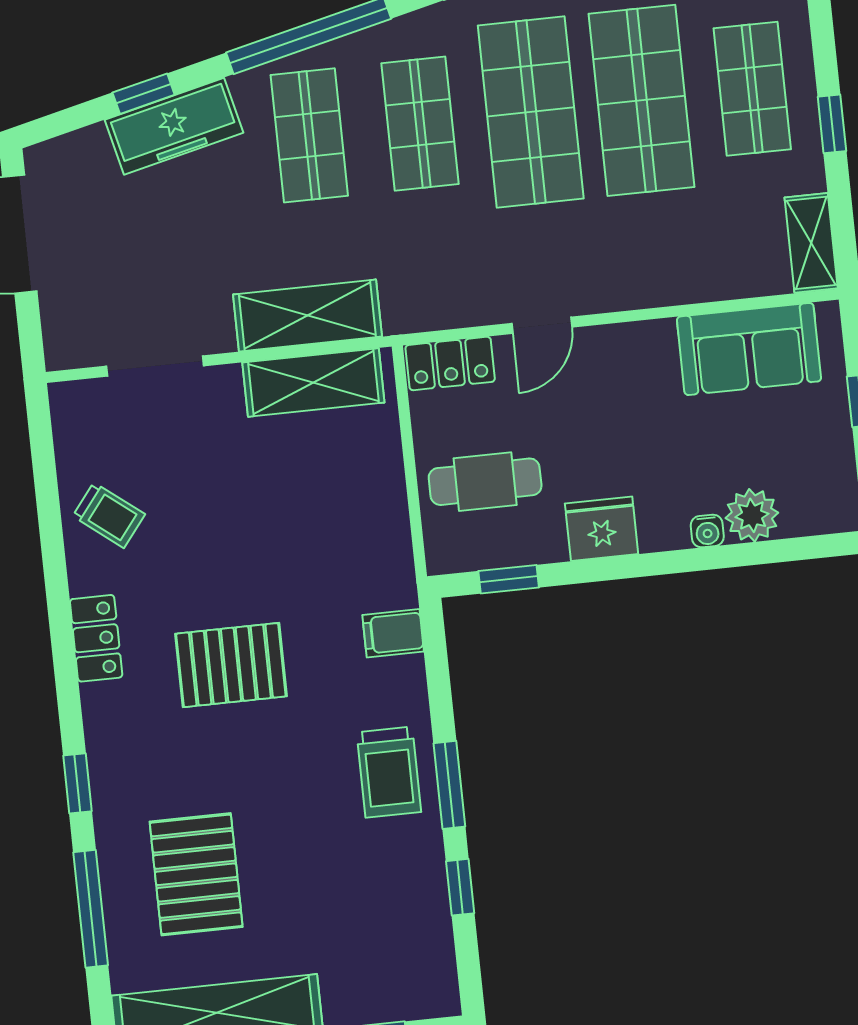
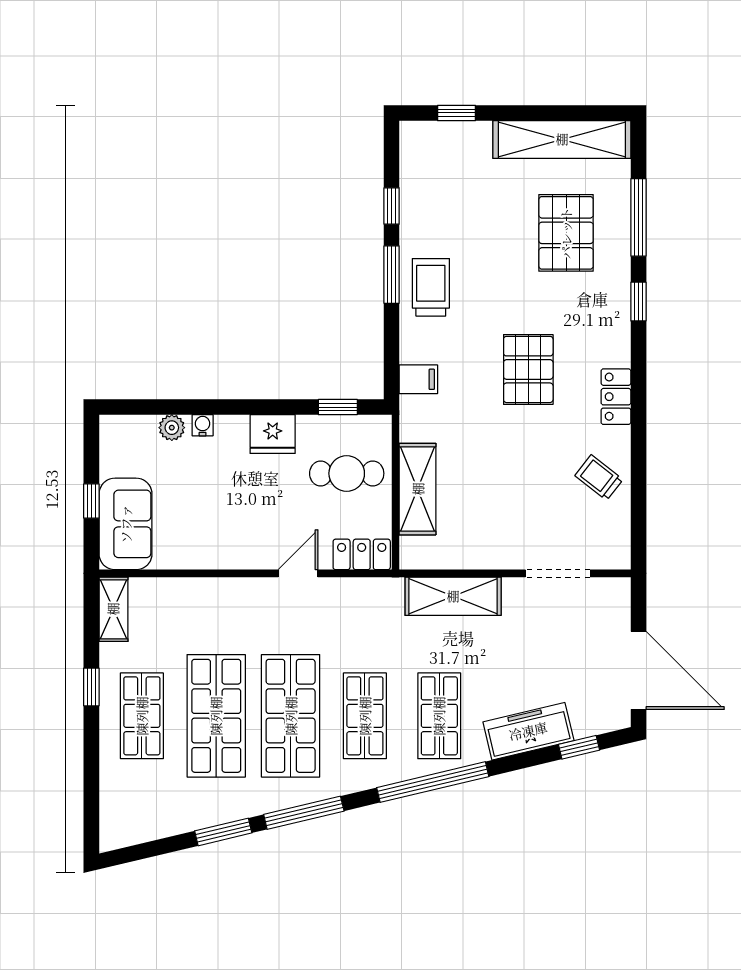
window: (144, 94) -> (579, 747), moved
sofa: (749, 349) -> (126, 524), moved, turned 90
shelving: (313, 382) -> (418, 489), moved, turned 90
plant: (752, 515) -> (172, 428), width x0.73, depth x0.73
pallet: (231, 665) -> (528, 369), turned 90

